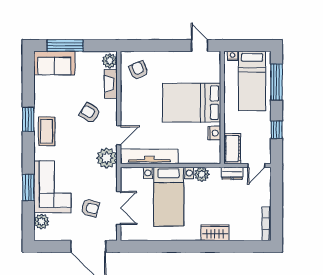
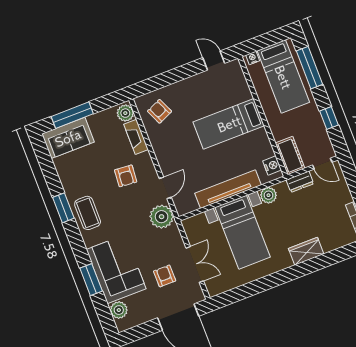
bed: (192, 103) -> (229, 124), width x0.67
armchair: (90, 113) -> (126, 176), turned -116
nightstand: (214, 133) -> (272, 166), moved
tv unit: (149, 156) -> (228, 189), moved
door: (256, 165) -> (322, 164), hinge flipped
armchair: (90, 208) -> (165, 276), turned -104

